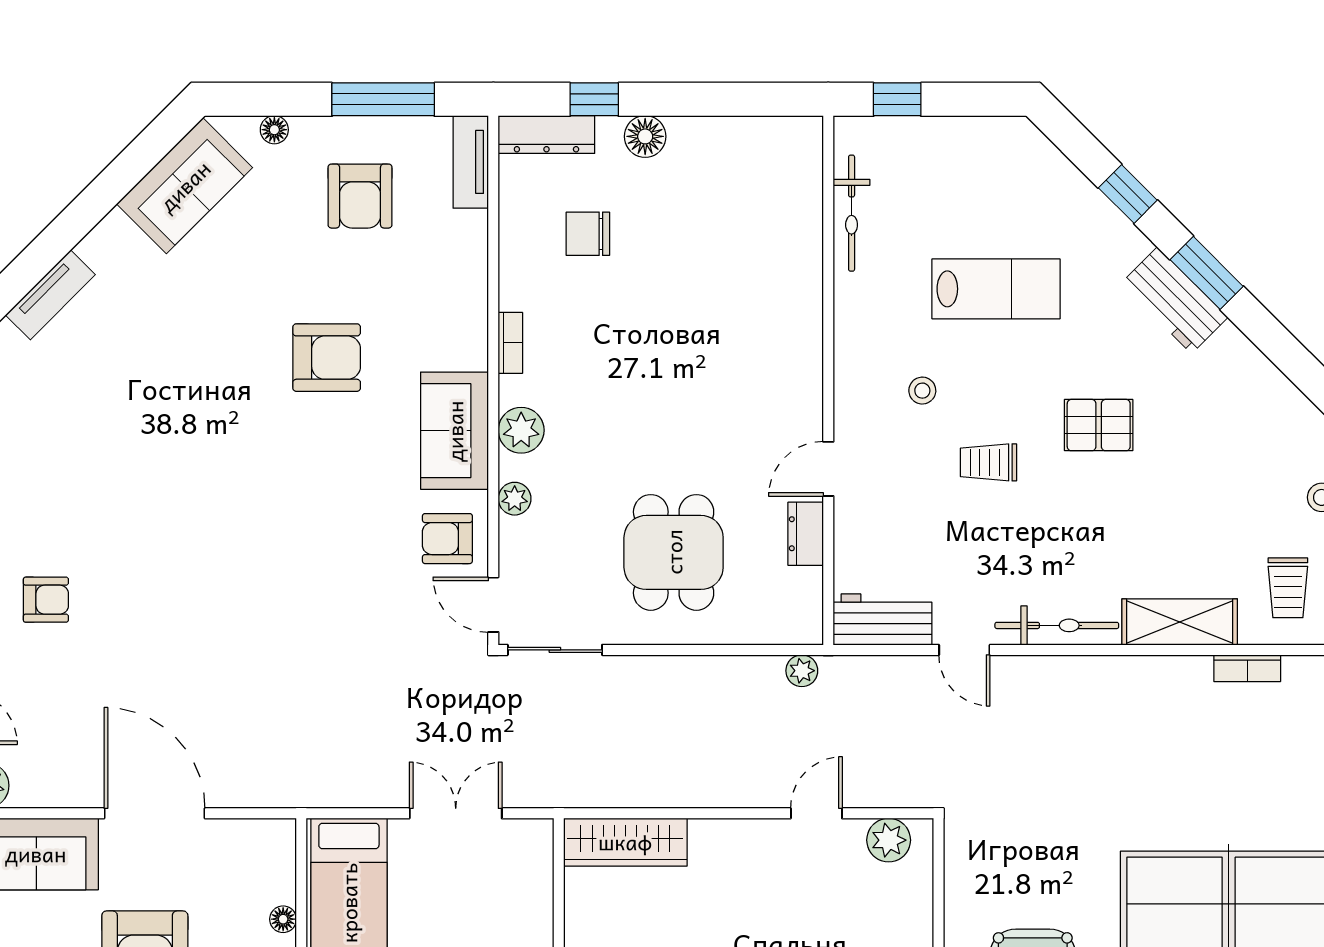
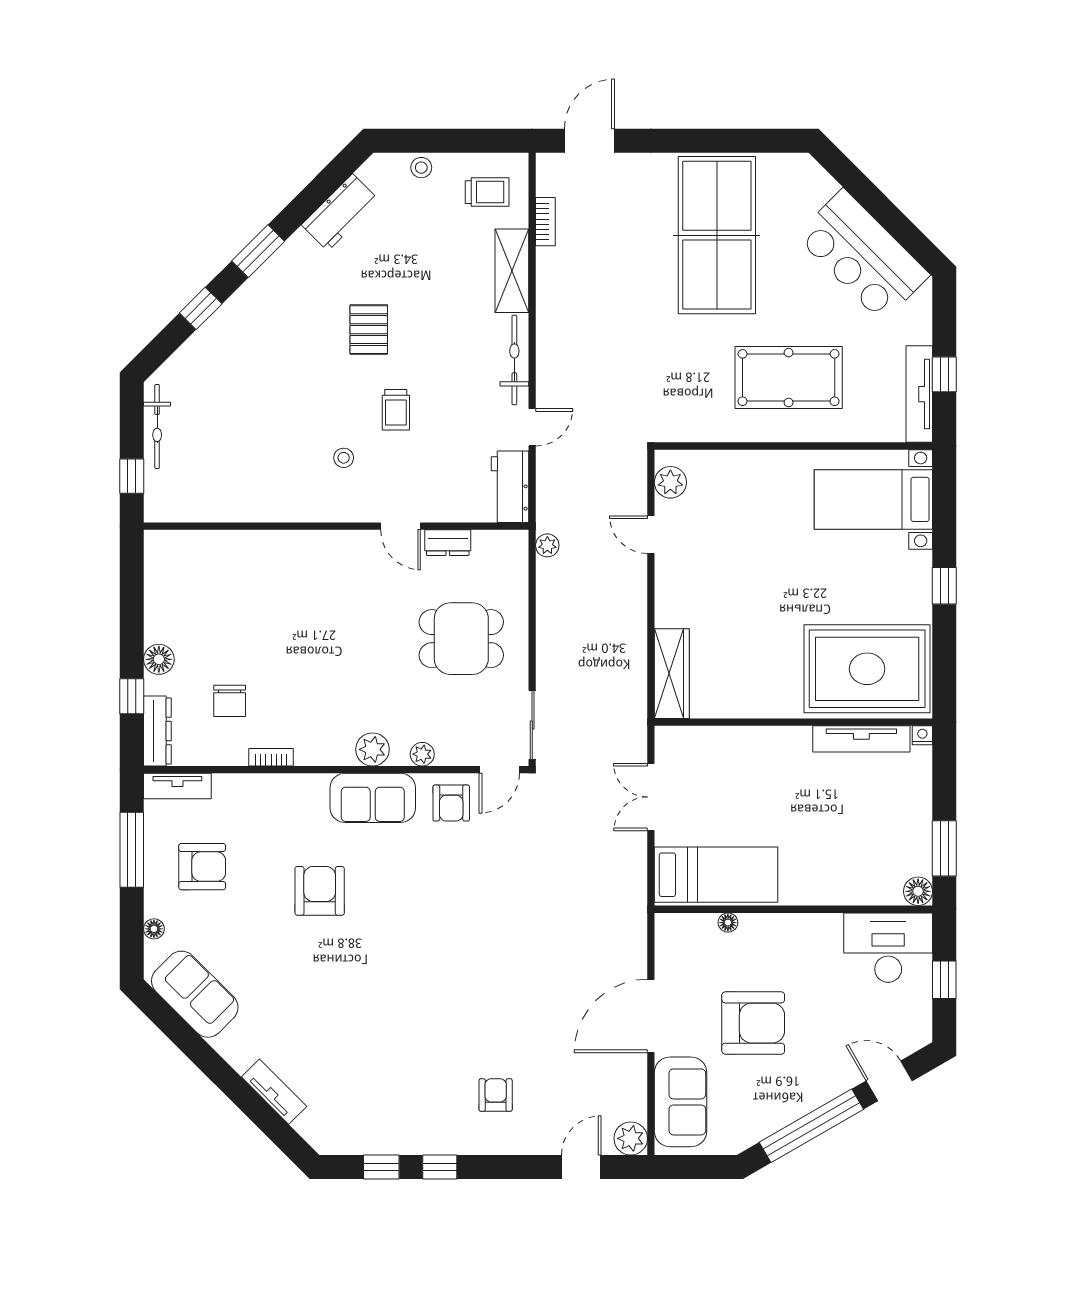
bicycle: (852, 213) -> (157, 426), moved, turned 90
lab bench: (996, 289) -> (270, 404), removed
workbench: (1174, 300) -> (340, 212), moved
bookcase: (510, 343) -> (271, 757), moved

